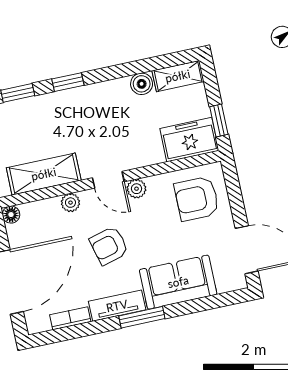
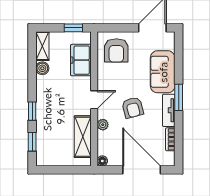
freezer: (189, 140) -> (81, 60), moved
plant: (136, 189) -> (103, 84), removed

